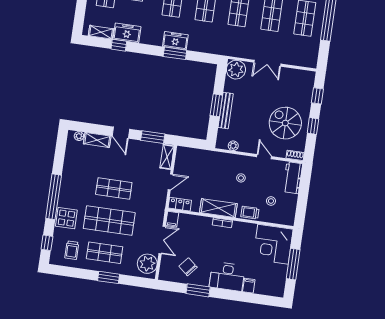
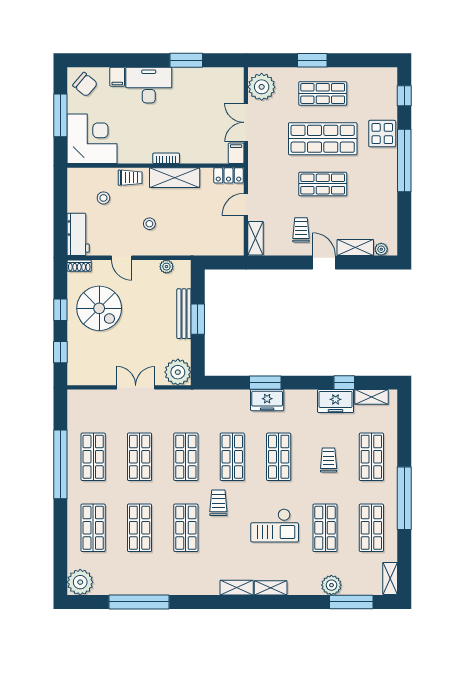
window: (153, 137) -> (279, 263), removed
trolley: (72, 250) -> (301, 230), moved
chair: (188, 267) -> (85, 84), moved

